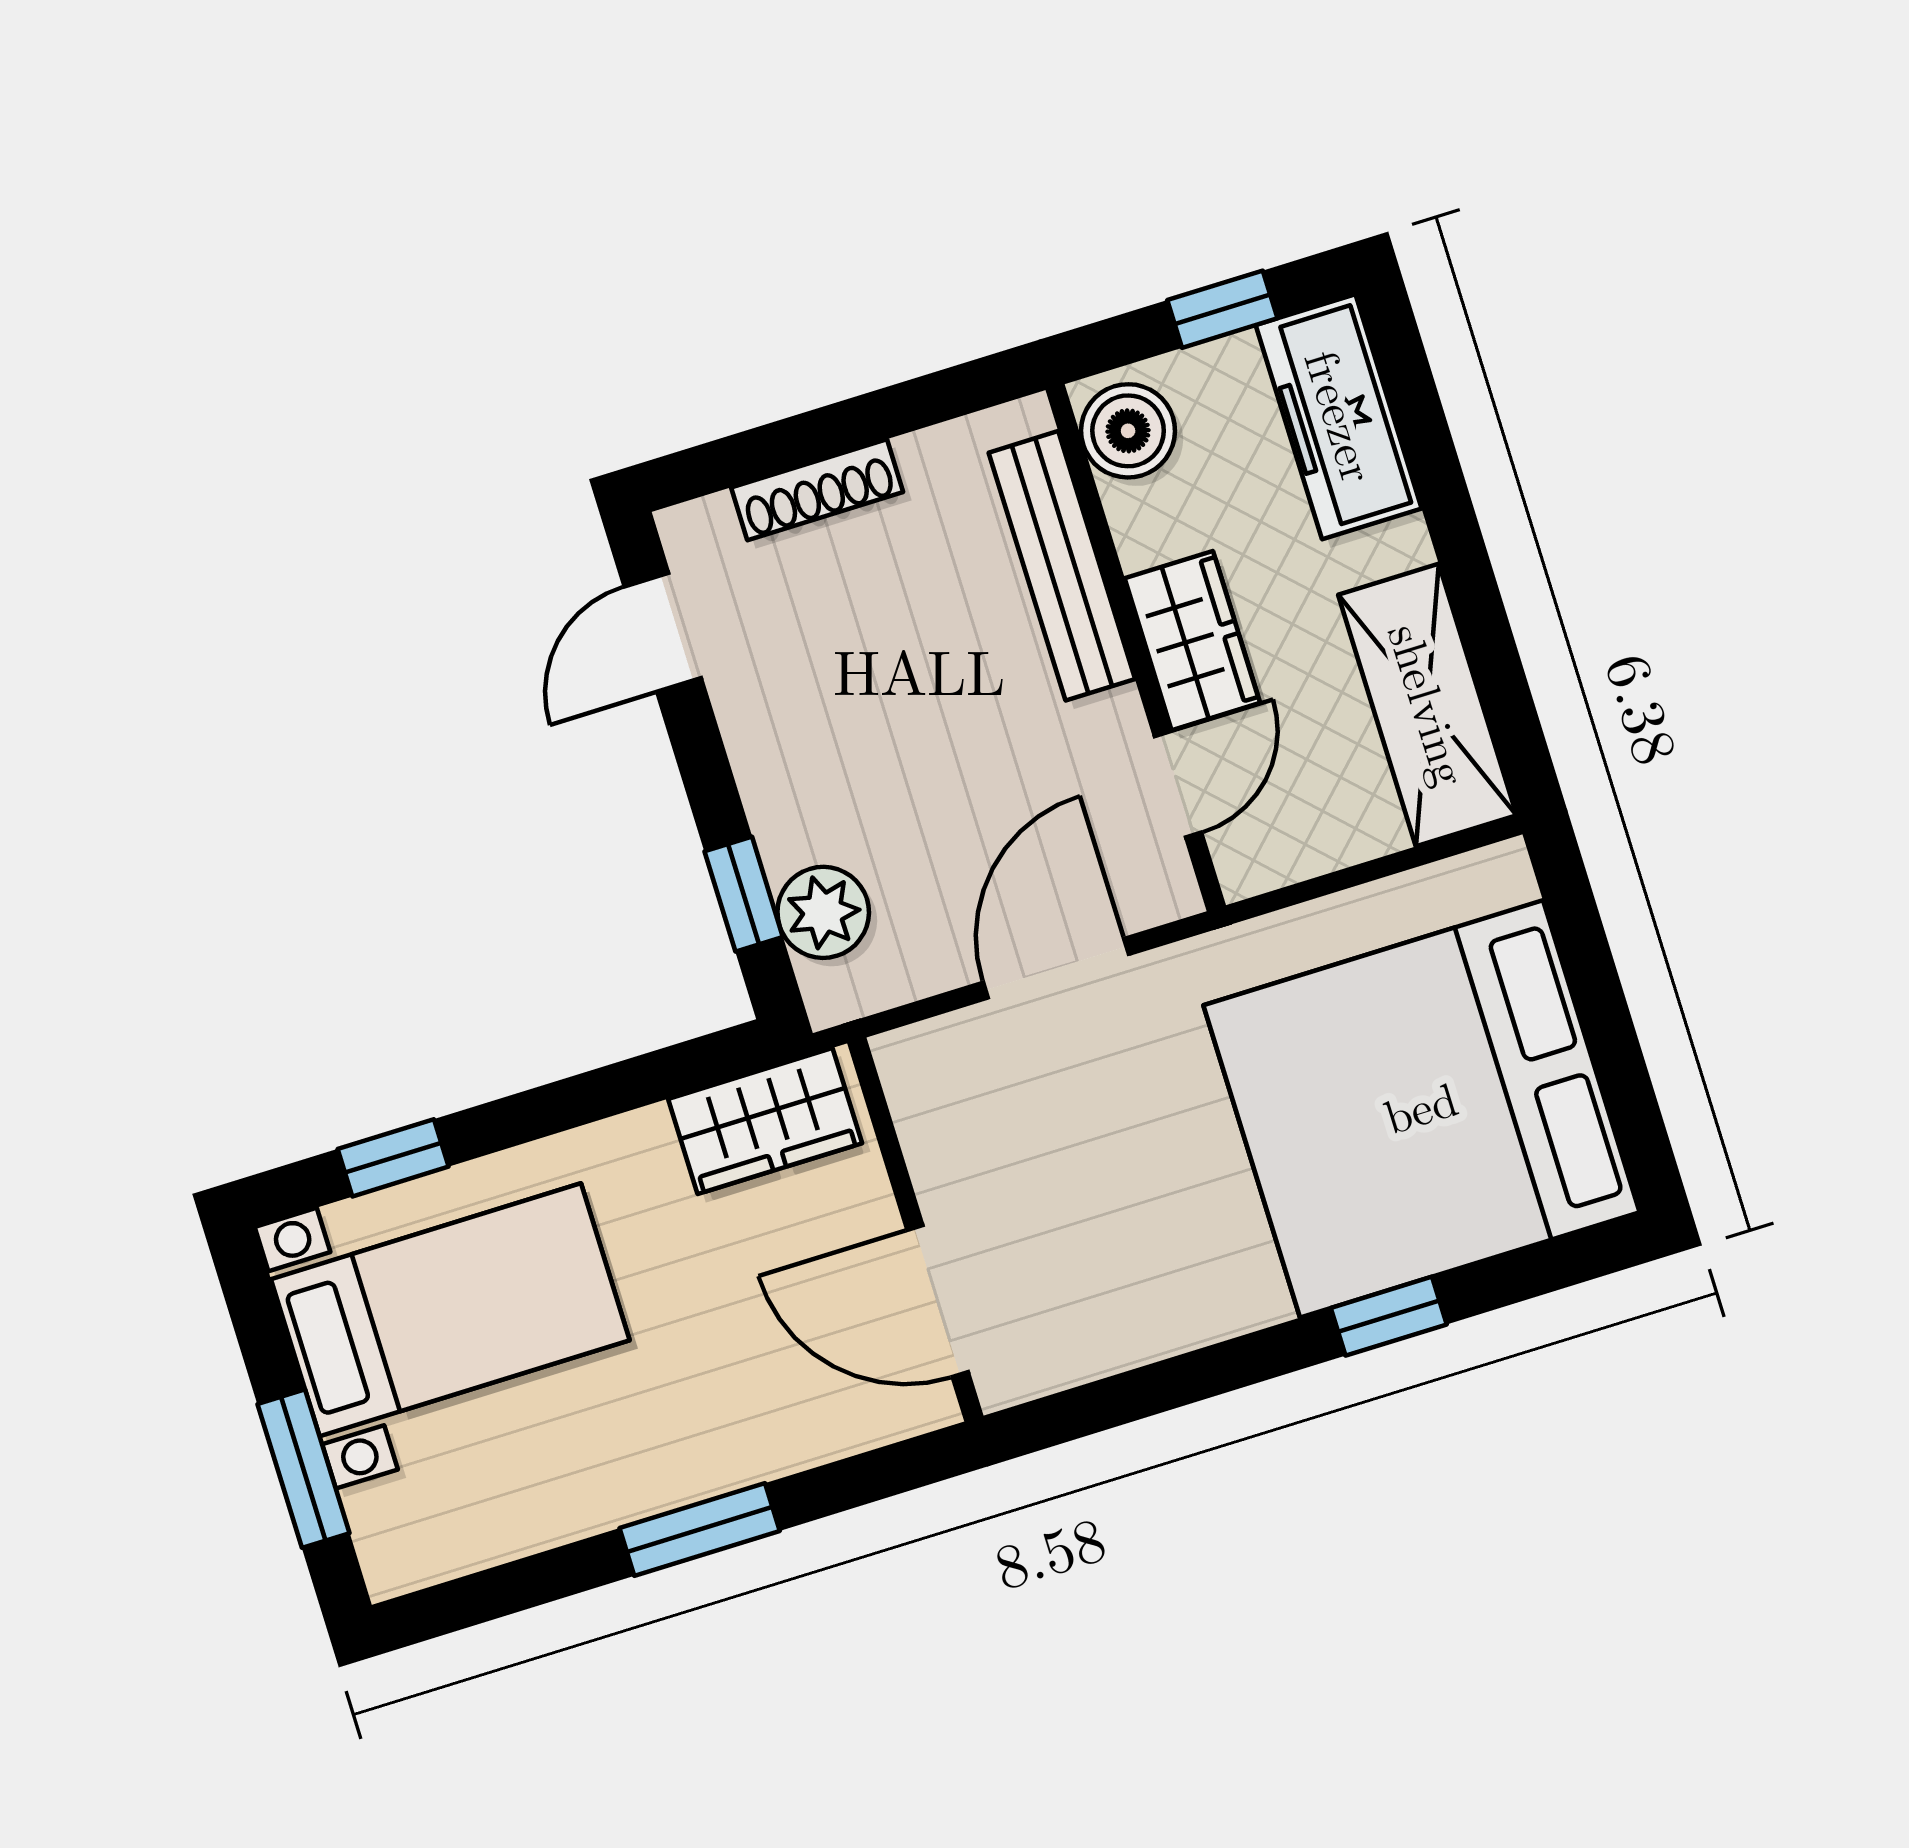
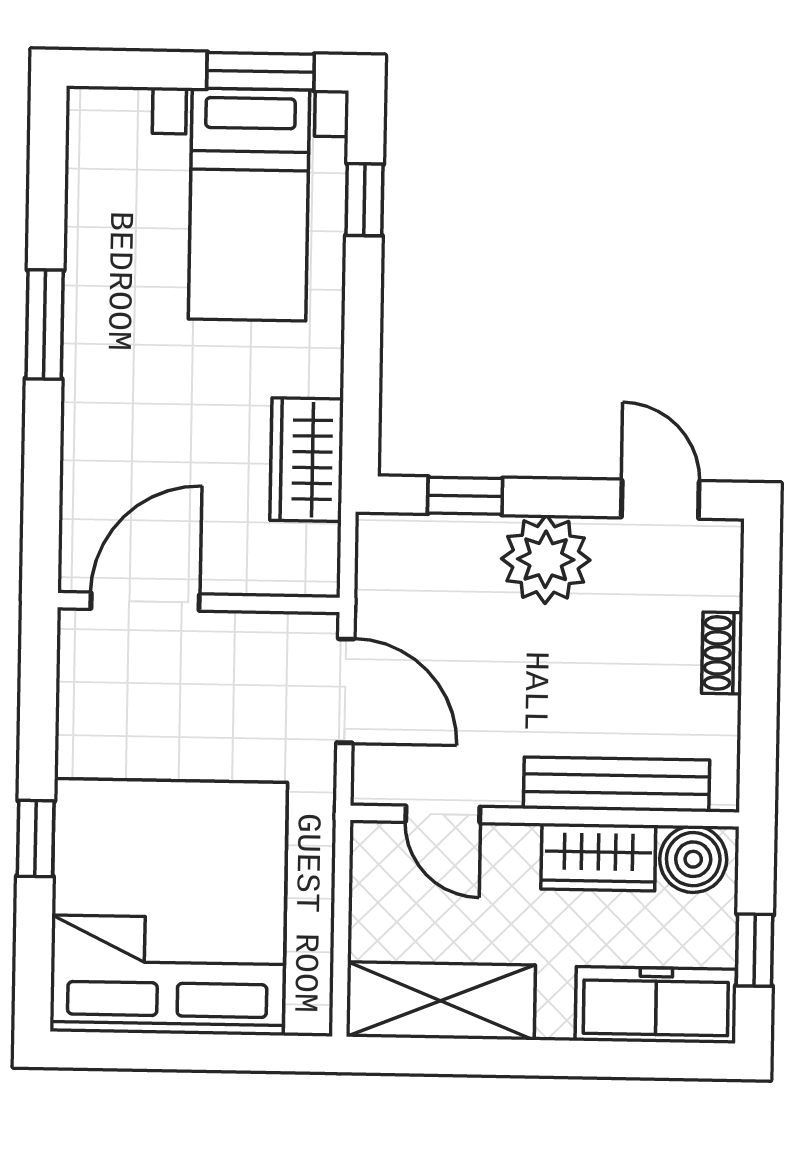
shoe rack: (817, 490) -> (722, 653), width x0.70
wardrobe: (1192, 641) -> (598, 857), moved
plant: (823, 912) -> (546, 559), moved, width x1.36, depth x1.36
wall: (915, 1229) -> (199, 603), moved
door: (938, 1301) -> (145, 602), moved
window: (303, 1469) -> (261, 71), moved

